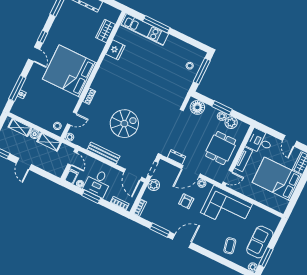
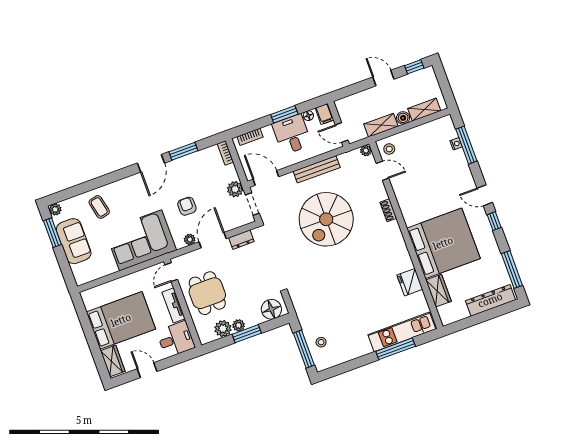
bed: (69, 71) -> (443, 243), moved
door: (72, 119) -> (382, 171), swing flipped
spiral stairs: (124, 124) -> (326, 219), width x1.37, depth x1.37

